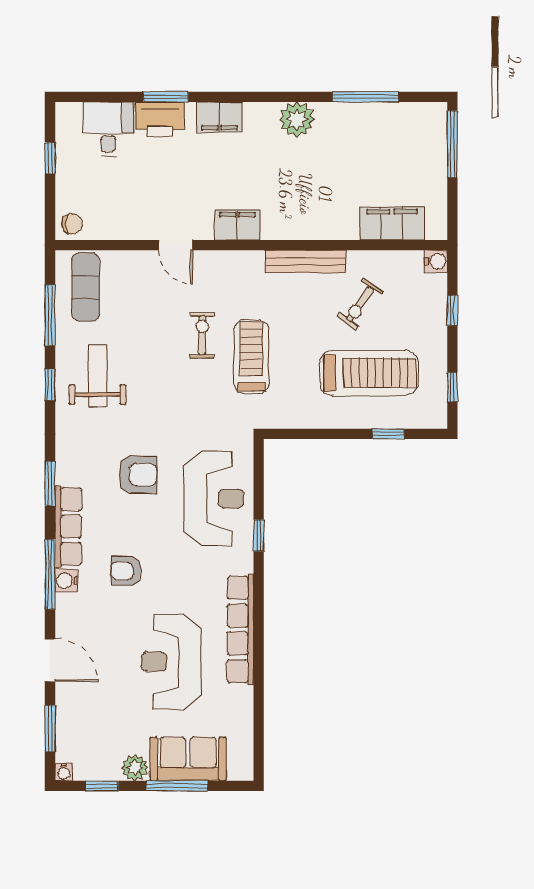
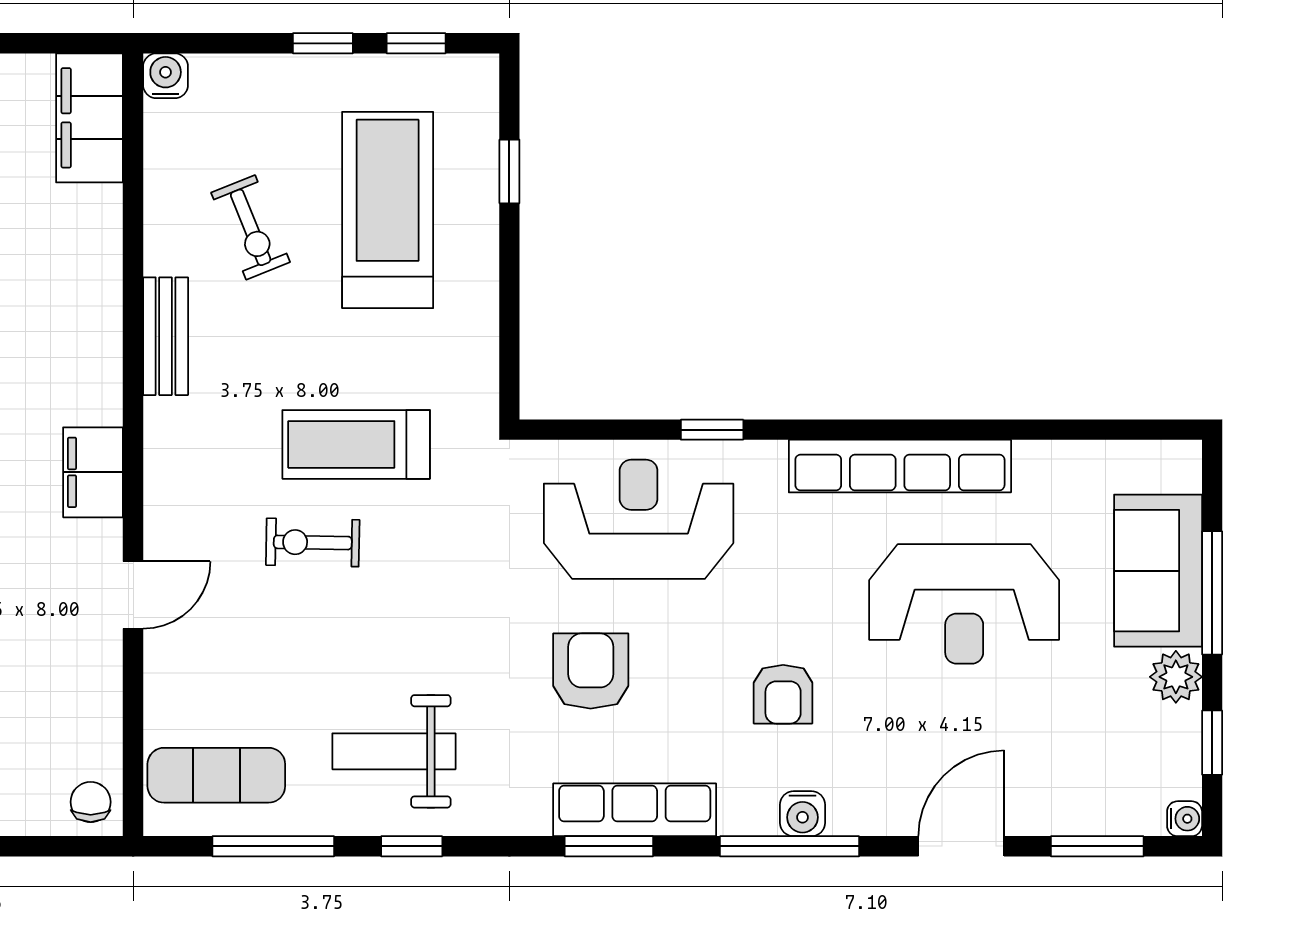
filing cabinet: (392, 223) -> (90, 118), moved
bench: (306, 261) -> (166, 336), width x0.73
exercise bike: (360, 304) -> (251, 227), turned 33
window: (452, 310) -> (323, 43), moved
row of seats: (68, 527) -> (635, 810), moved

